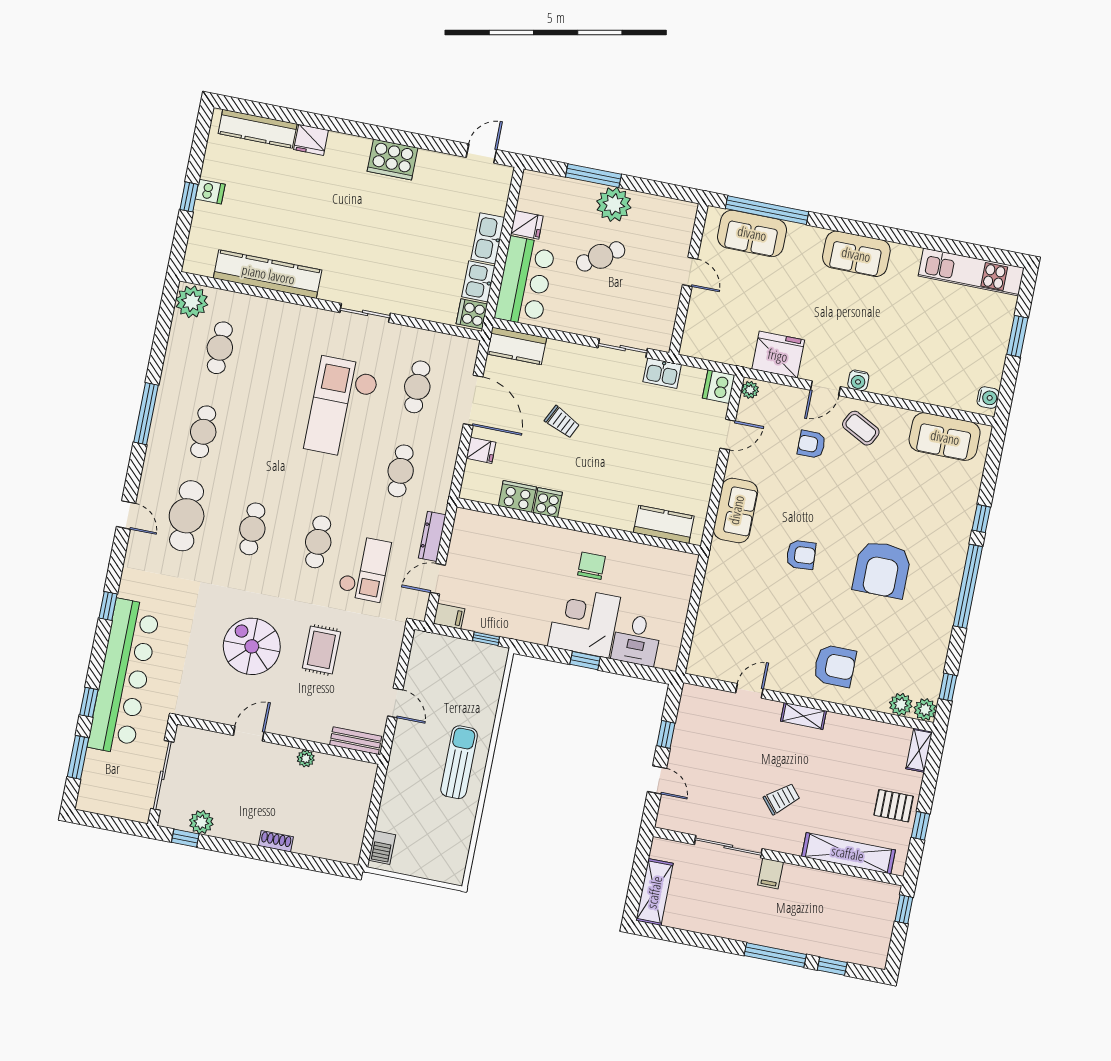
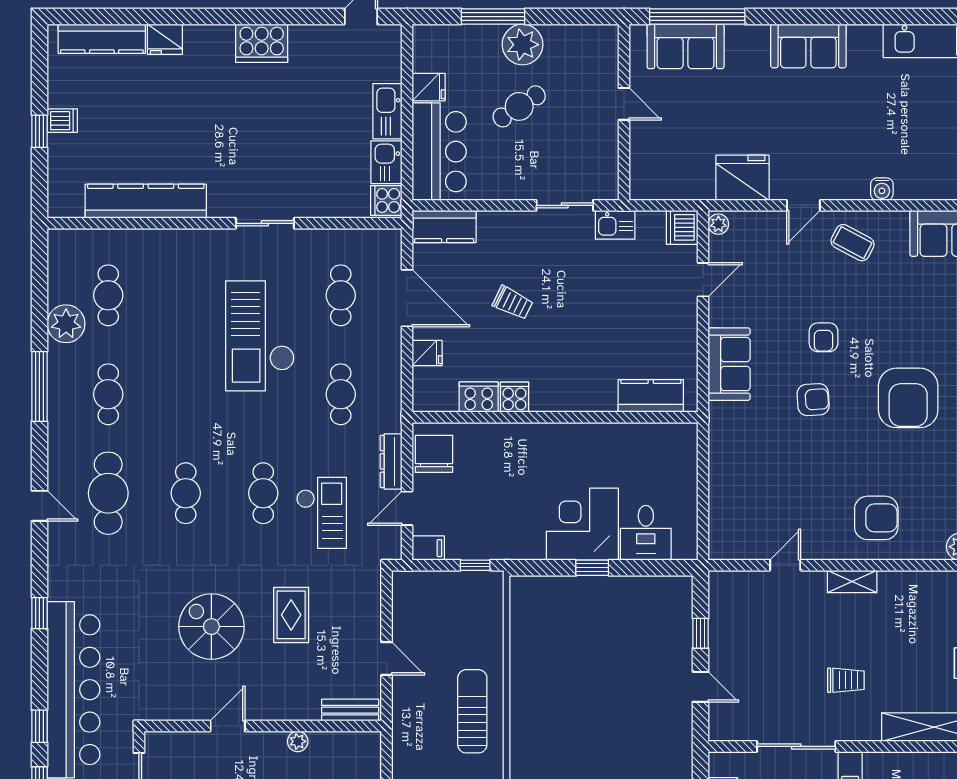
plant: (192, 302) -> (66, 324), moved
water cooler: (858, 380) -> (882, 189), moved
armchair: (811, 444) -> (824, 337), moved, turned -90
chair: (591, 566) -> (434, 454), moved, width x1.37, depth x1.37
trolley: (782, 799) -> (846, 680), turned 40

